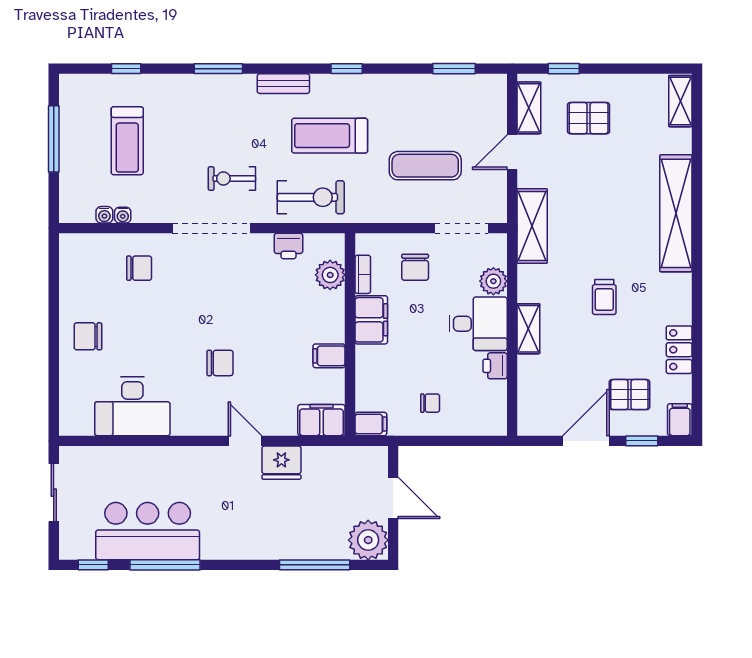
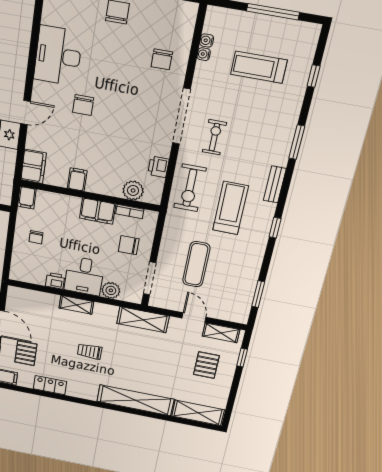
shelving: (680, 101) -> (198, 413), width x1.50, depth x1.33
desk: (132, 406) -> (58, 56), moved

